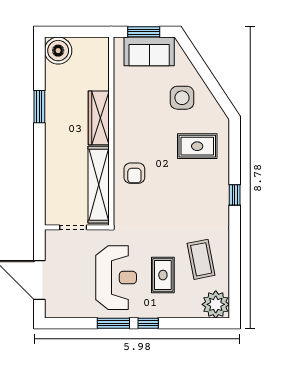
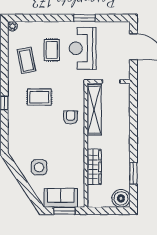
window: (39, 107) -> (133, 173), moved
wardrobe: (99, 118) -> (94, 167), moved
rug: (197, 146) -> (39, 97), moved
plant: (216, 304) -> (13, 26), width x0.53, depth x0.53
window: (148, 323) -> (61, 18), removed

